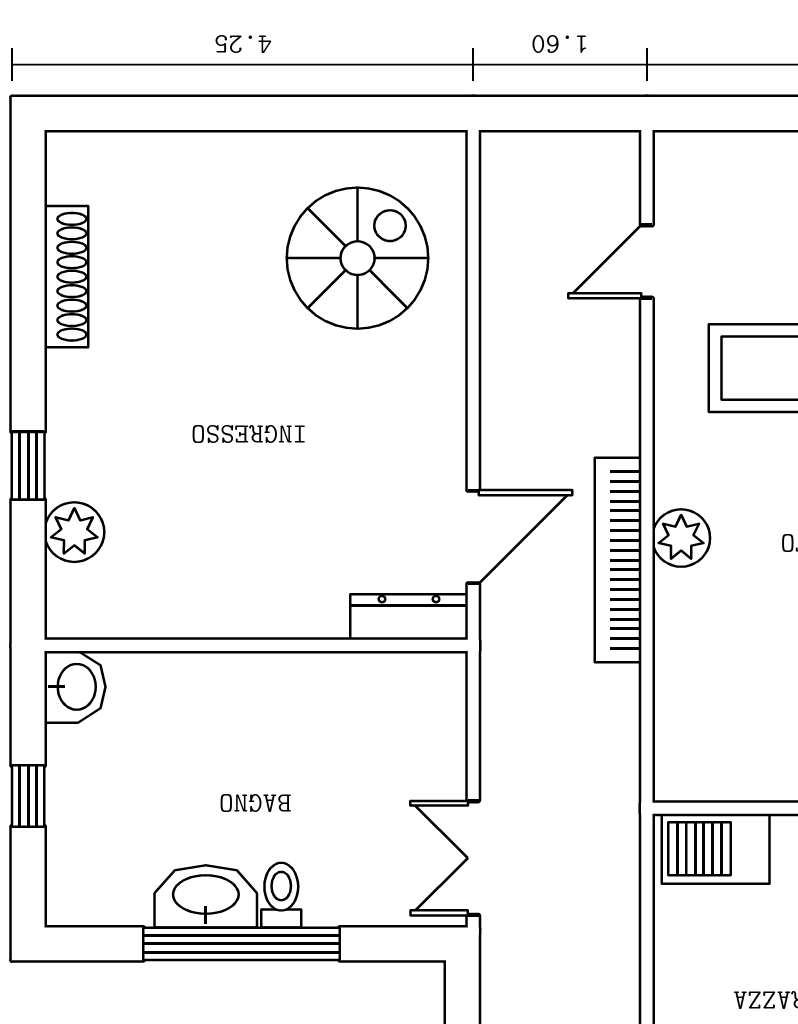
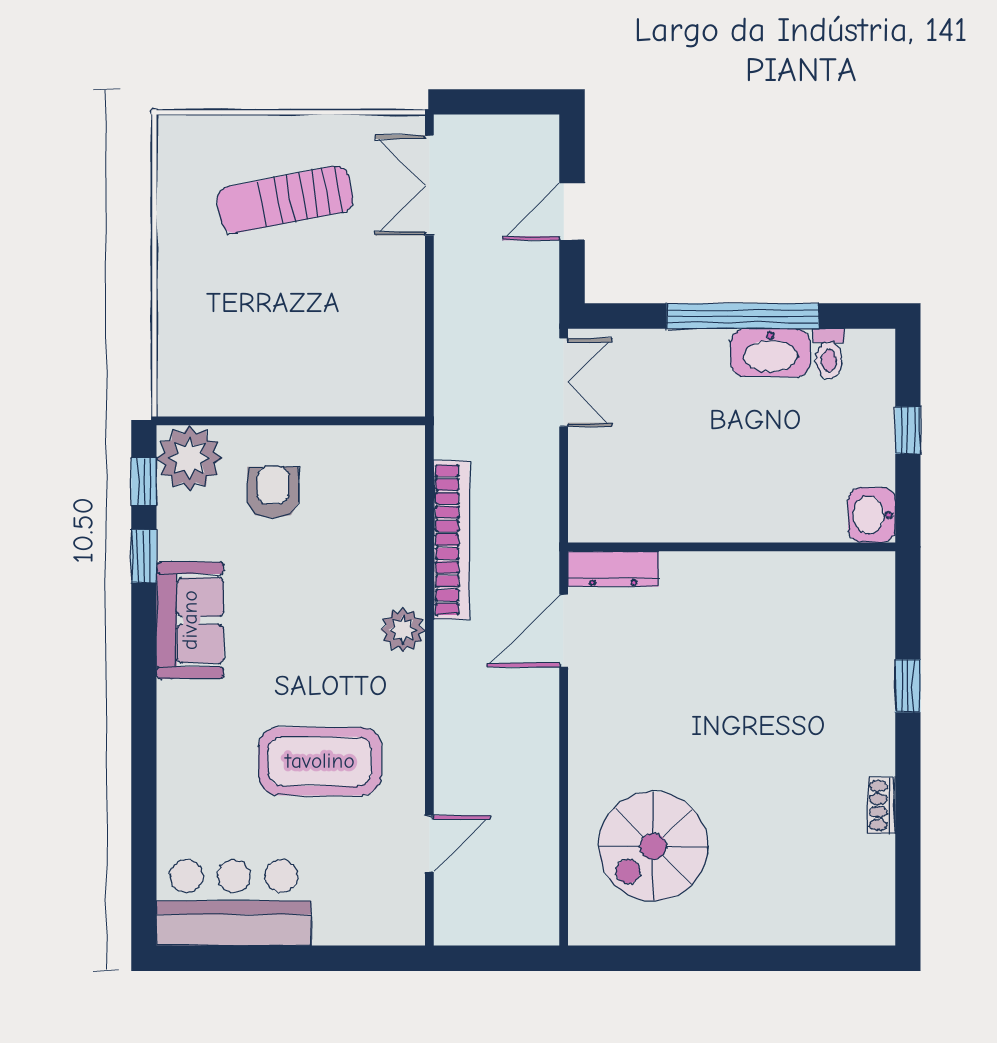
shoe rack: (66, 277) -> (882, 805), width x0.51, depth x0.81
plant: (74, 532) -> (872, 634), removed
bookcase: (618, 560) -> (452, 540), moved
barbecue: (716, 849) -> (376, 390), removed
toilet: (281, 895) -> (829, 354), moved

